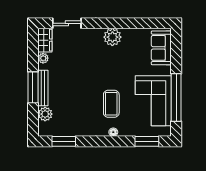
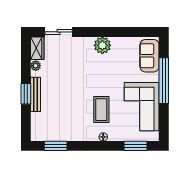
window: (33, 87) -> (26, 94), width x0.69
window: (176, 98) -> (164, 81), moved
plant: (45, 114) -> (38, 119), removed

